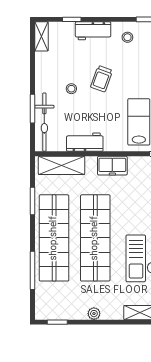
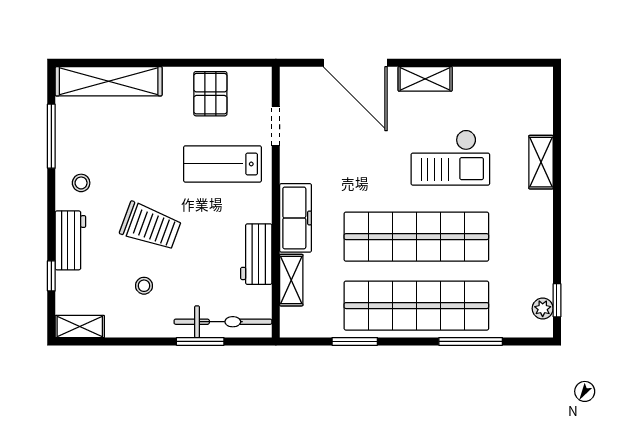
trolley: (102, 79) -> (150, 226), width x1.36, depth x1.39
stool: (71, 89) -> (144, 286), moved
shelving: (62, 165) -> (291, 280), width x0.67, depth x0.75
freezer: (112, 166) -> (296, 218), width x1.40
plant: (94, 314) -> (543, 308), moved

